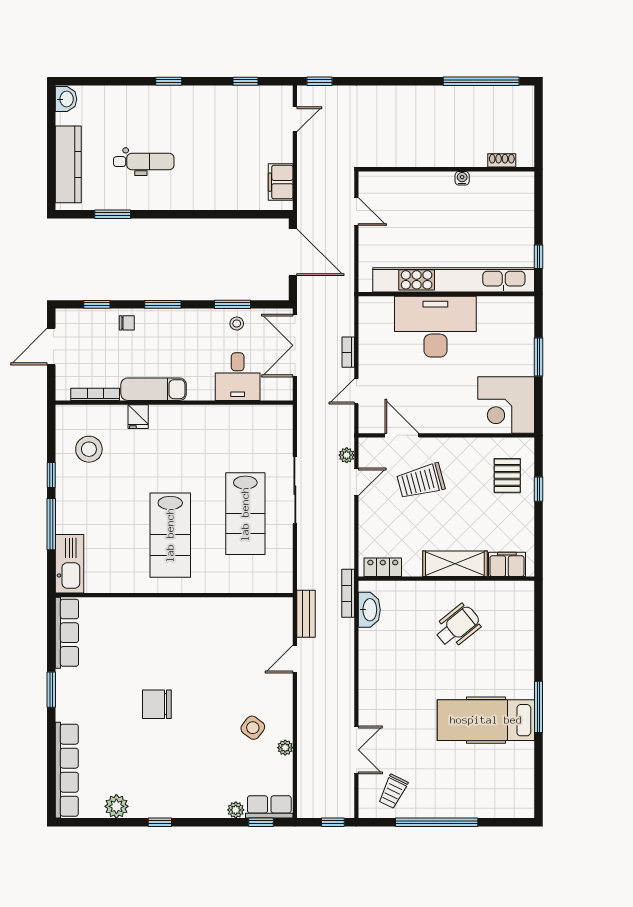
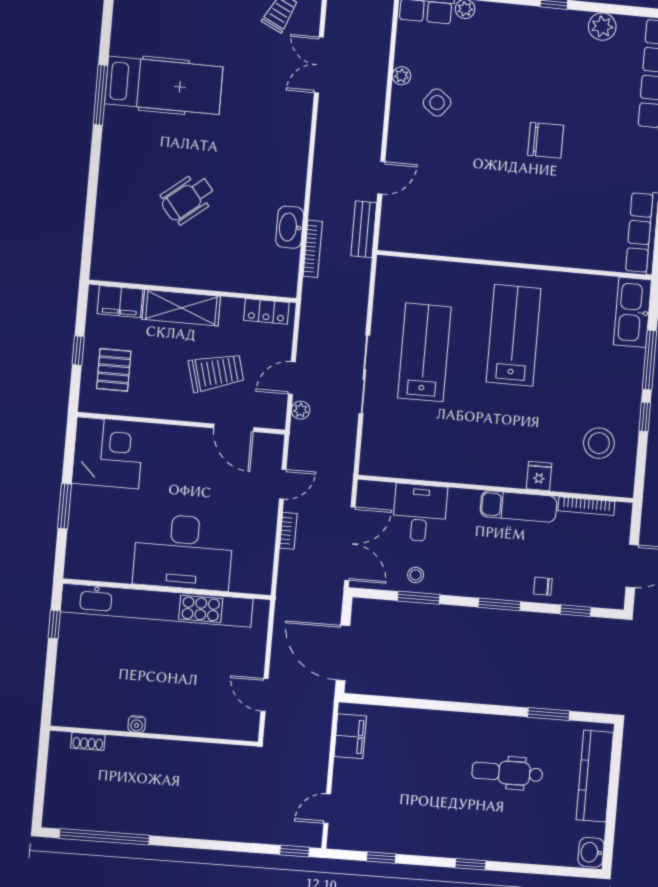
shelving: (455, 564) -> (181, 308), moved
filing cabinet: (507, 564) -> (120, 302), moved
locker: (383, 567) -> (266, 311), moved
wall: (446, 579) -> (193, 291), moved

